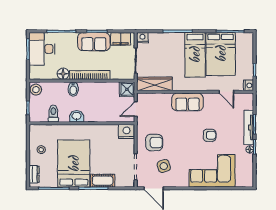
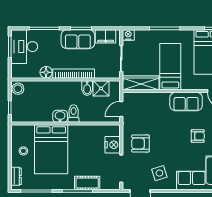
bed: (195, 55) -> (170, 67), moved, turned 180
bidet: (73, 89) -> (87, 88), moved
shower: (127, 89) -> (101, 88), moved
sofa: (188, 102) -> (186, 102), moved
toilet: (53, 114) -> (74, 114), moved
nightstand: (126, 132) -> (113, 145), moved, turned 90
armchair: (154, 142) -> (140, 143), turned 180
bed: (74, 164) -> (51, 149), moved, turned 180
side table: (164, 166) -> (159, 173), moved

